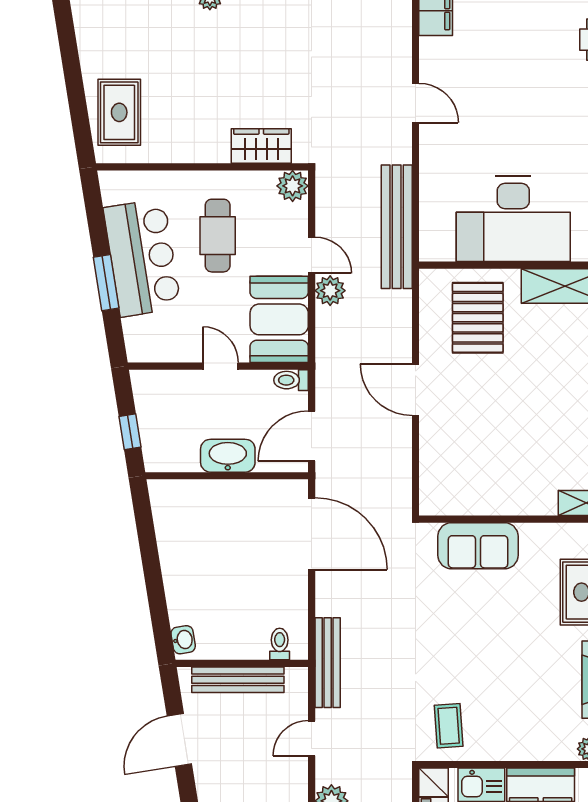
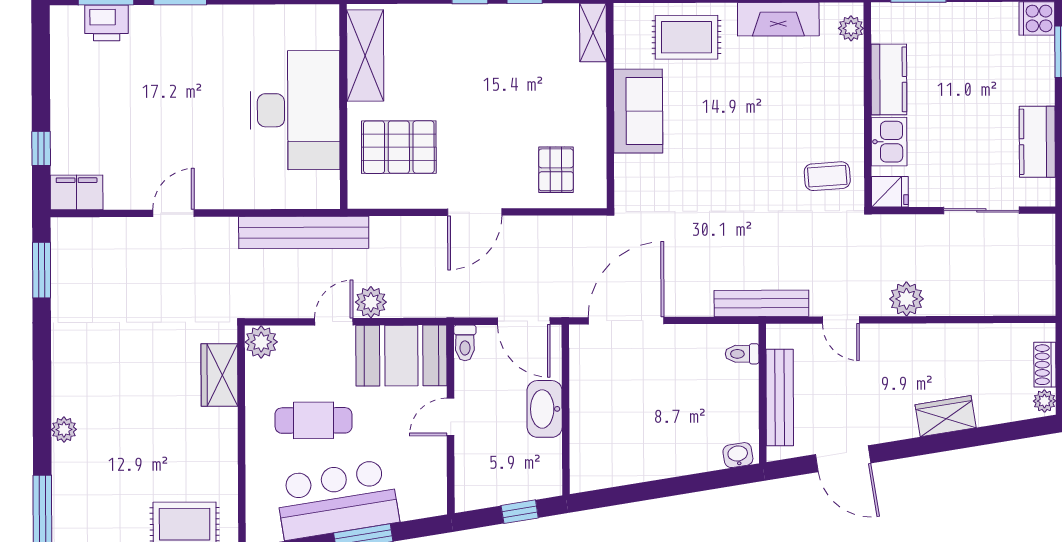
pallet: (456, 467) -> (556, 170), added
sofa: (478, 546) -> (638, 111), moved

